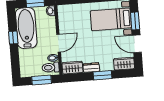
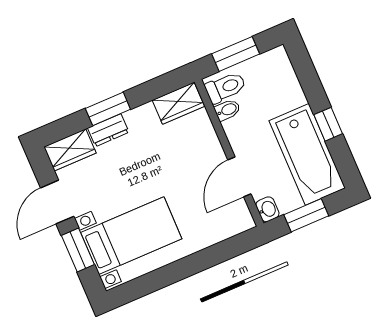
door: (59, 43) -> (239, 177), moved
door: (137, 44) -> (57, 202), swing flipped
dresser: (91, 67) -> (108, 130), moved

